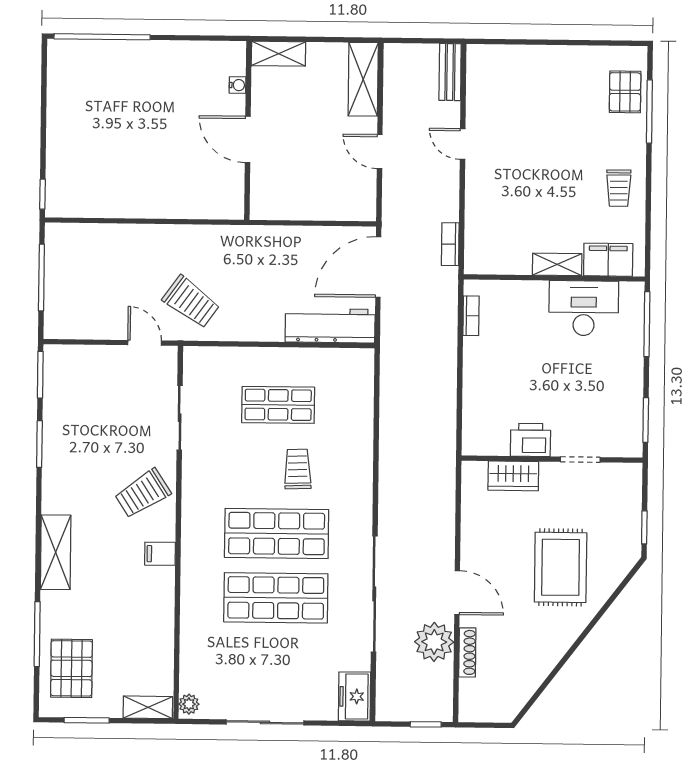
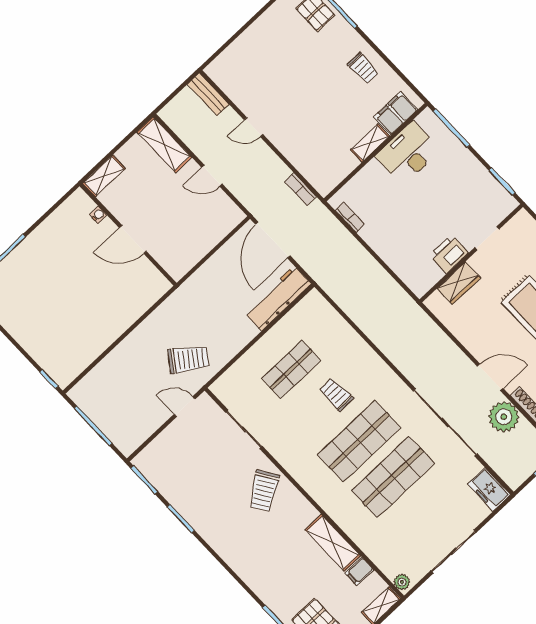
shelving: (56, 552) -> (333, 543), moved
filing cabinet: (160, 554) -> (359, 571), moved

